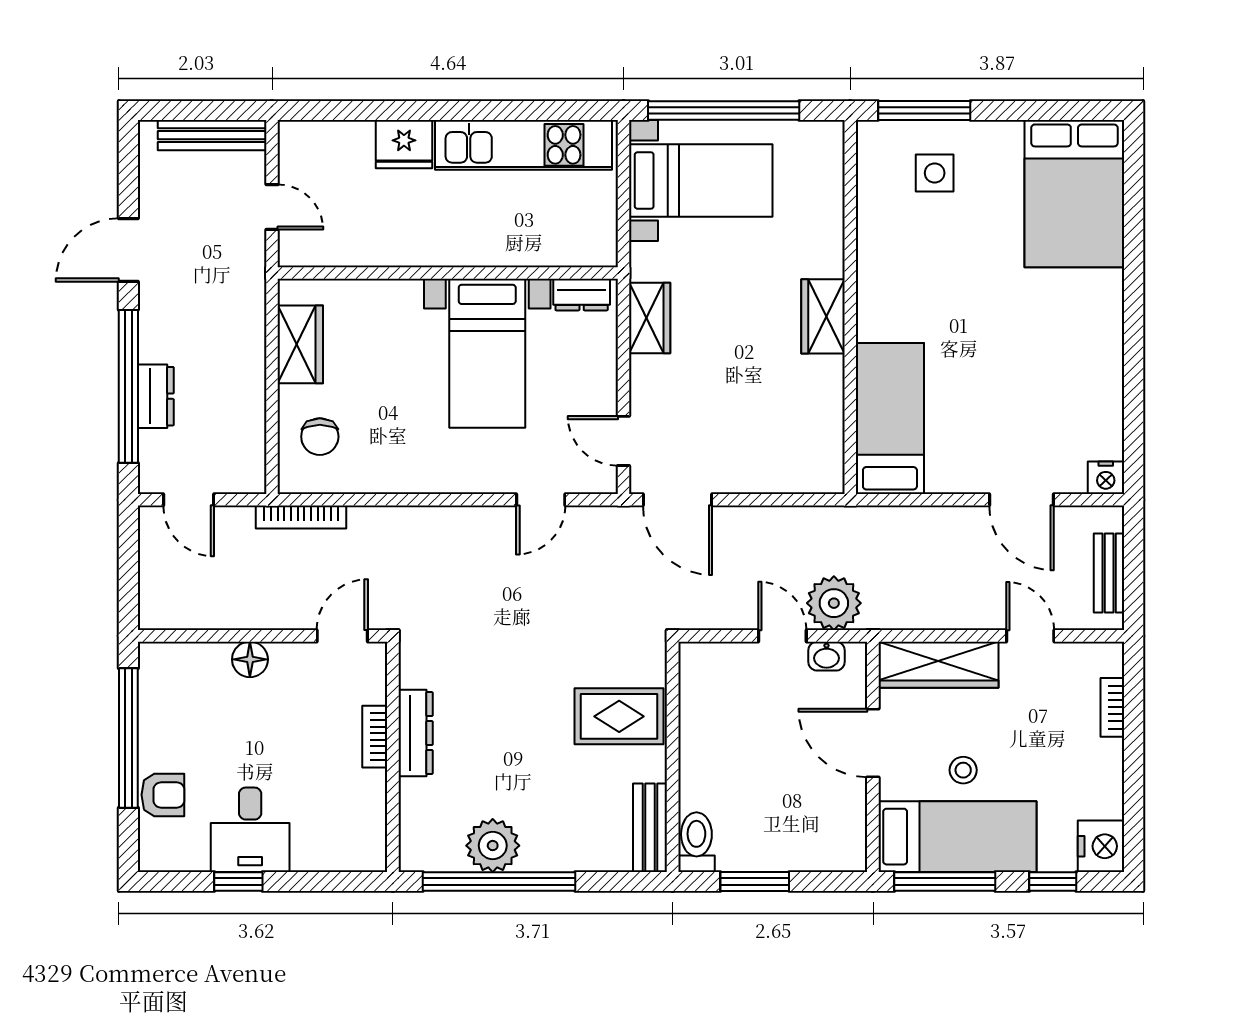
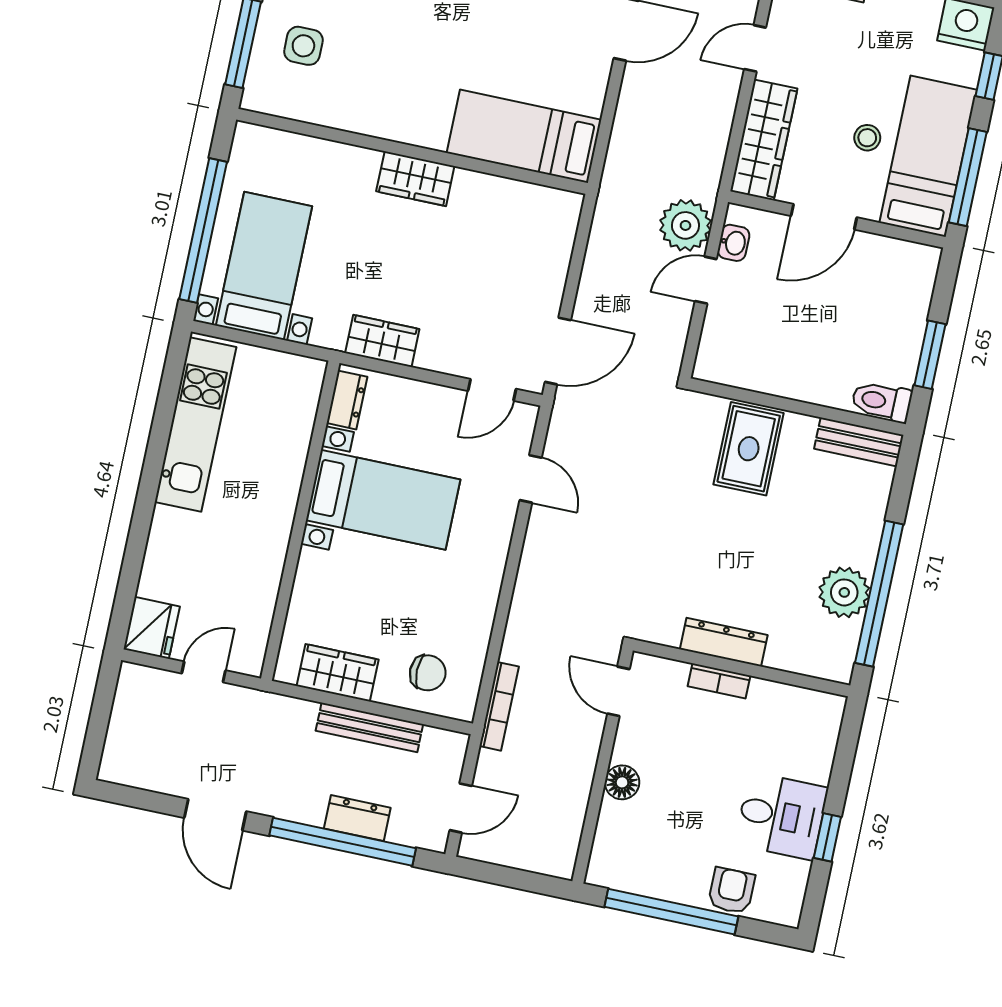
bench: (212, 135) -> (369, 728), moved, turned 90
fridge: (404, 144) -> (152, 628), moved

